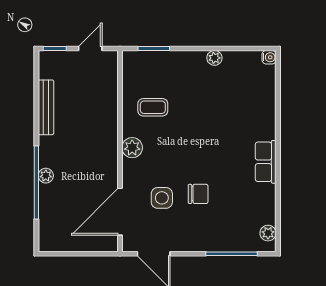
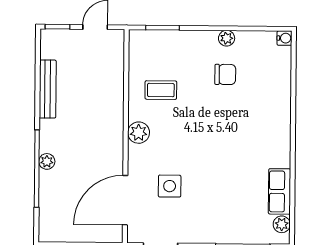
row of seats: (266, 162) -> (280, 191), moved
chair: (198, 194) -> (225, 74), moved

